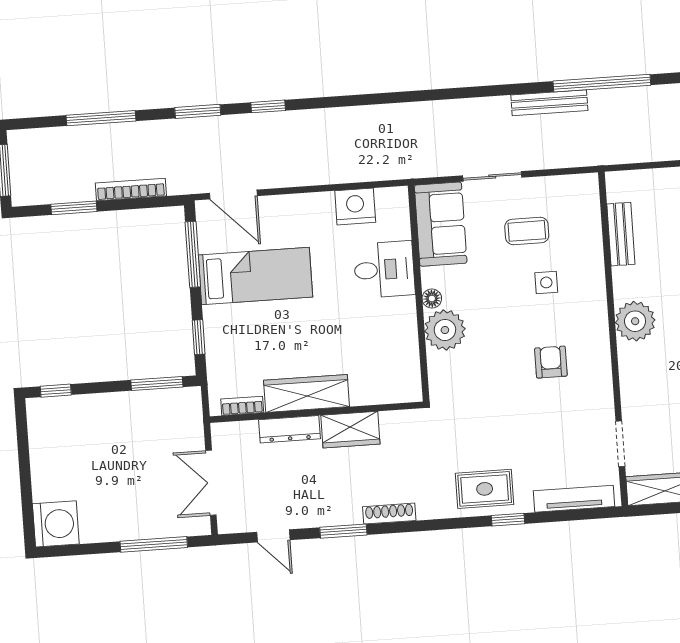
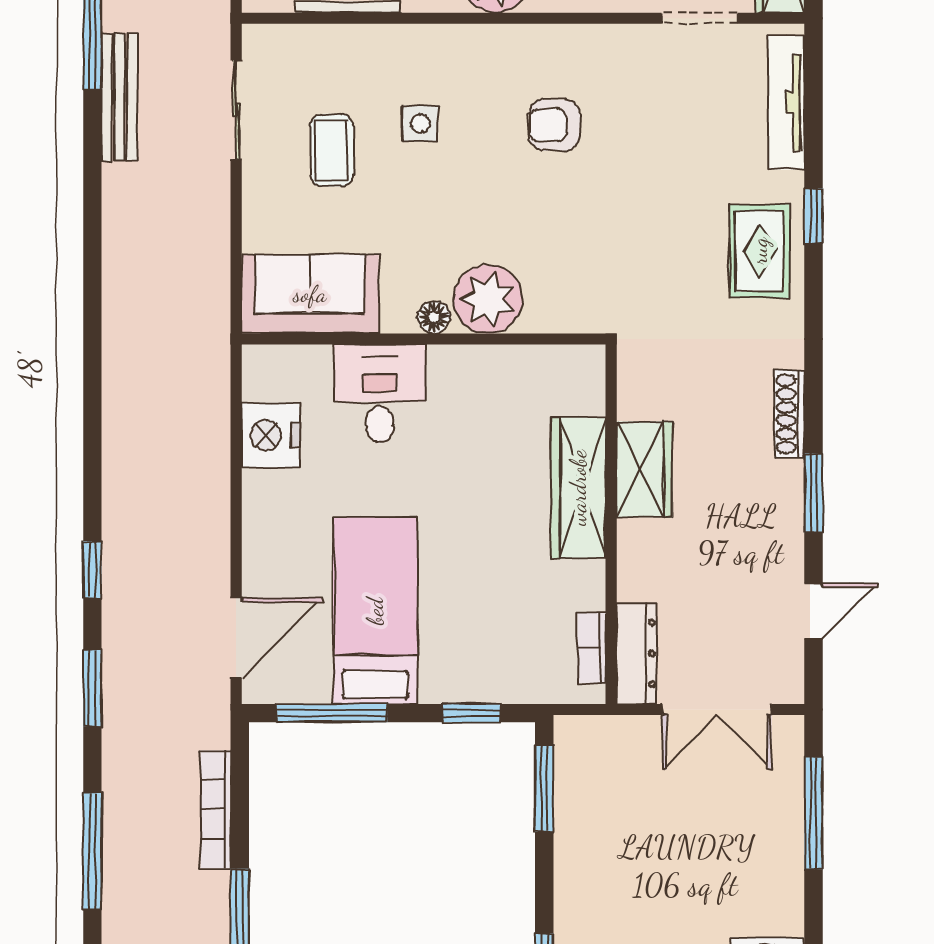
sliding door: (492, 176) -> (236, 110), moved
wardrobe: (306, 393) -> (578, 488), moved
dresser: (289, 429) -> (636, 653), moved

